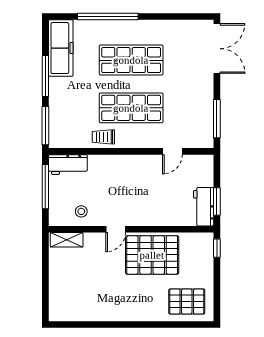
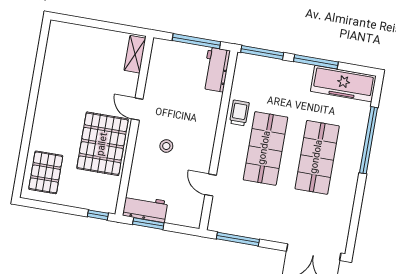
stool: (81, 211) -> (166, 146), moved

